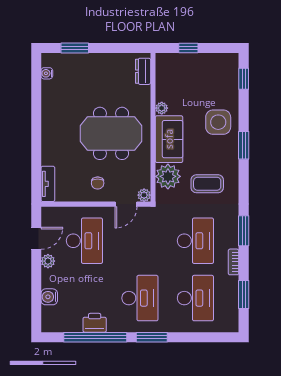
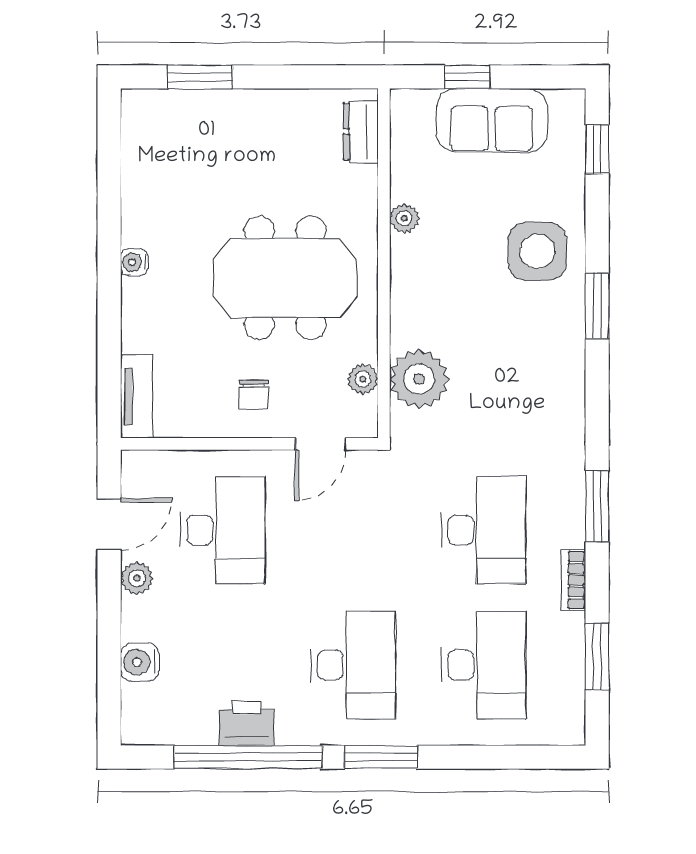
water cooler: (47, 73) -> (134, 262), moved
sofa: (169, 139) -> (492, 120), moved, turned 90
coffee table: (207, 184) -> (511, 396), removed
plant: (144, 195) -> (363, 379), moved

